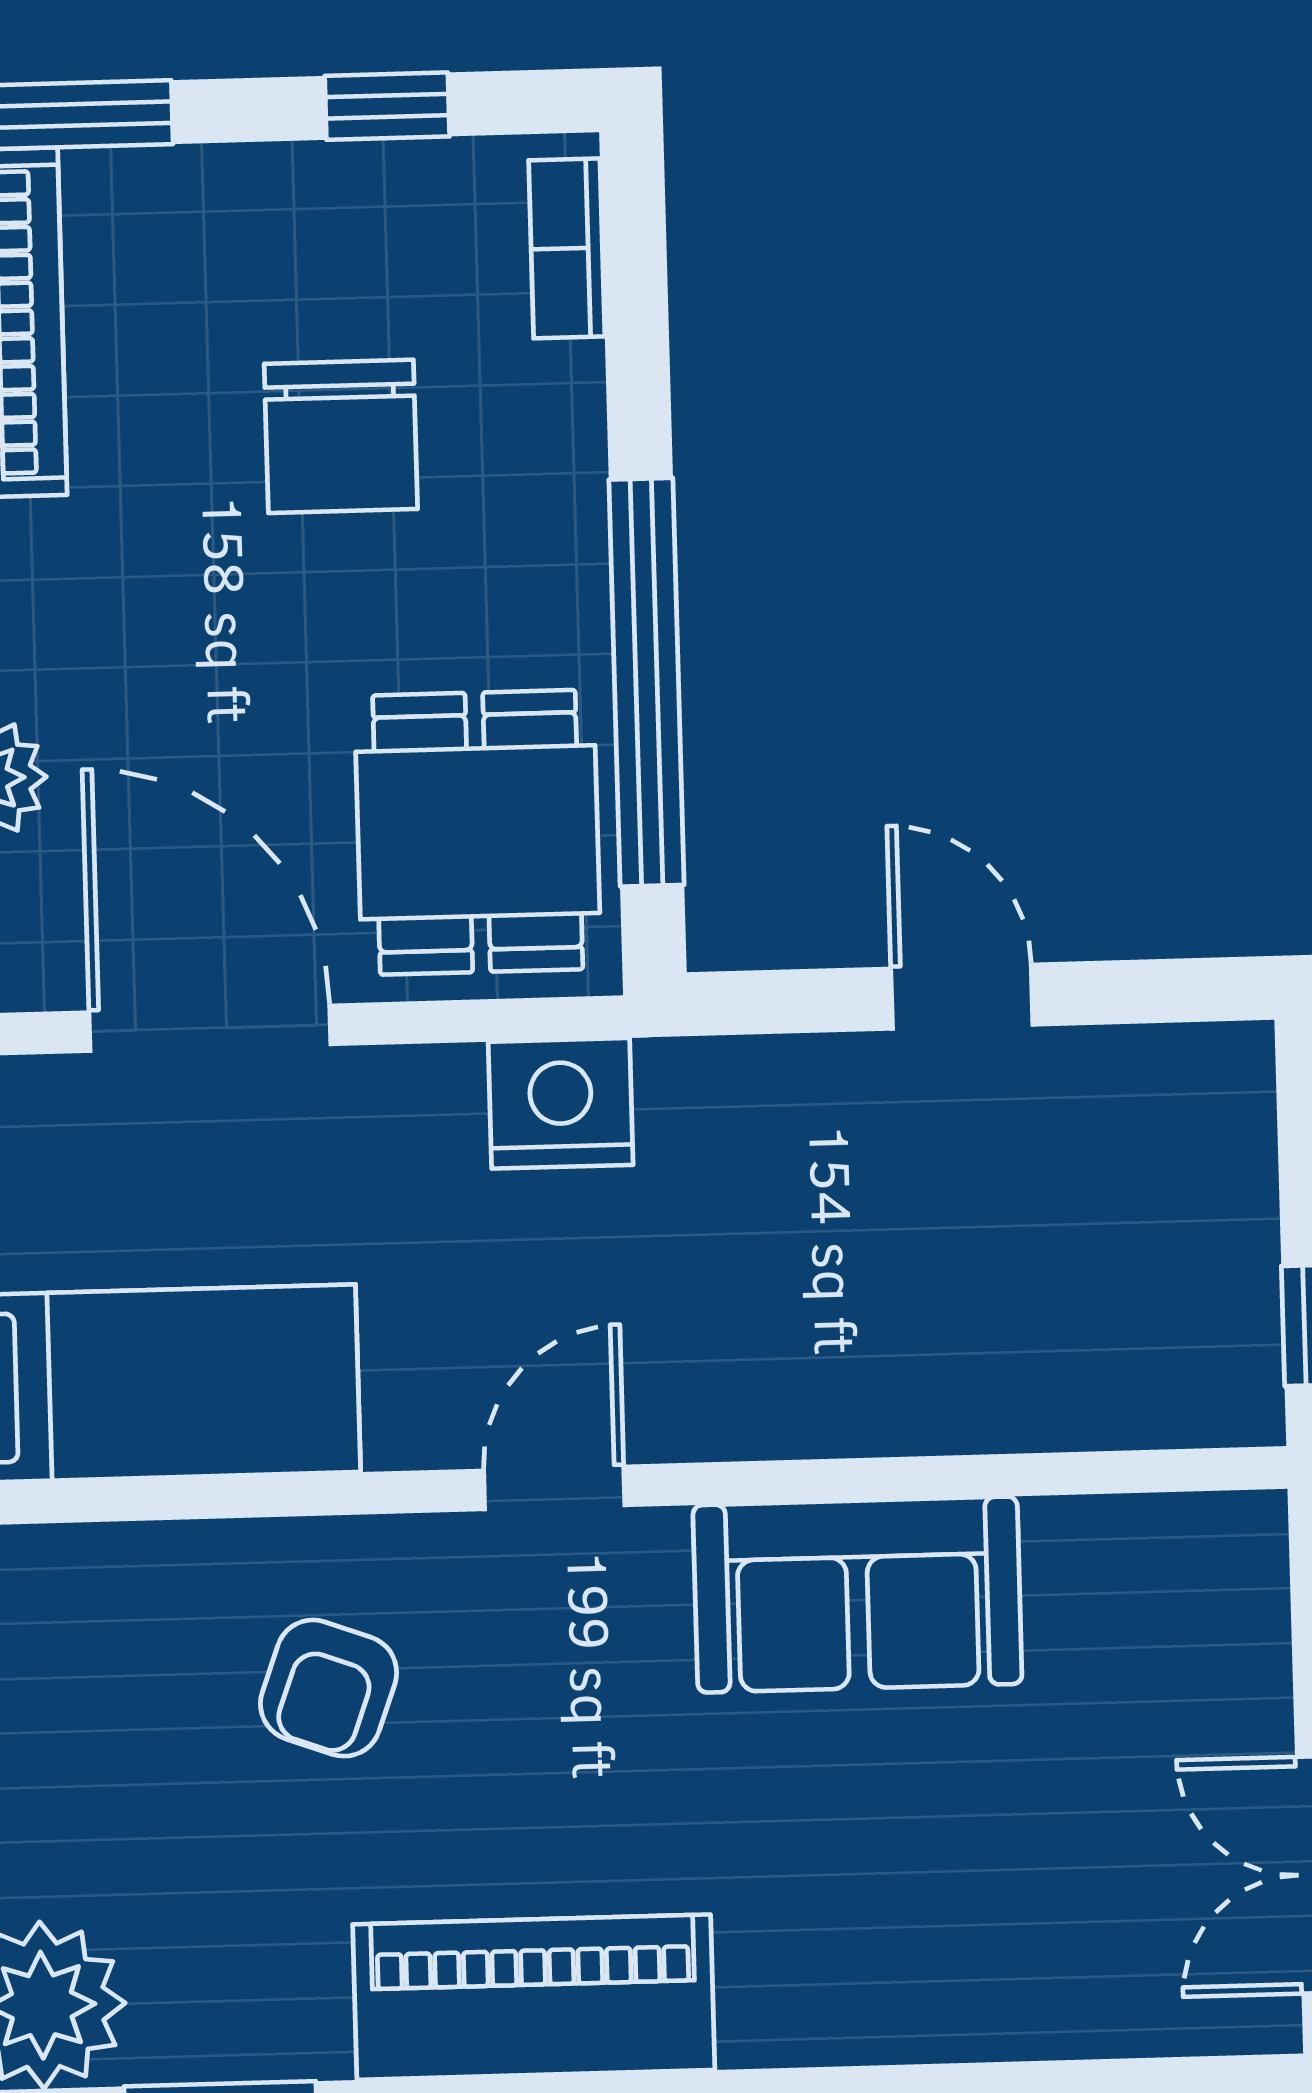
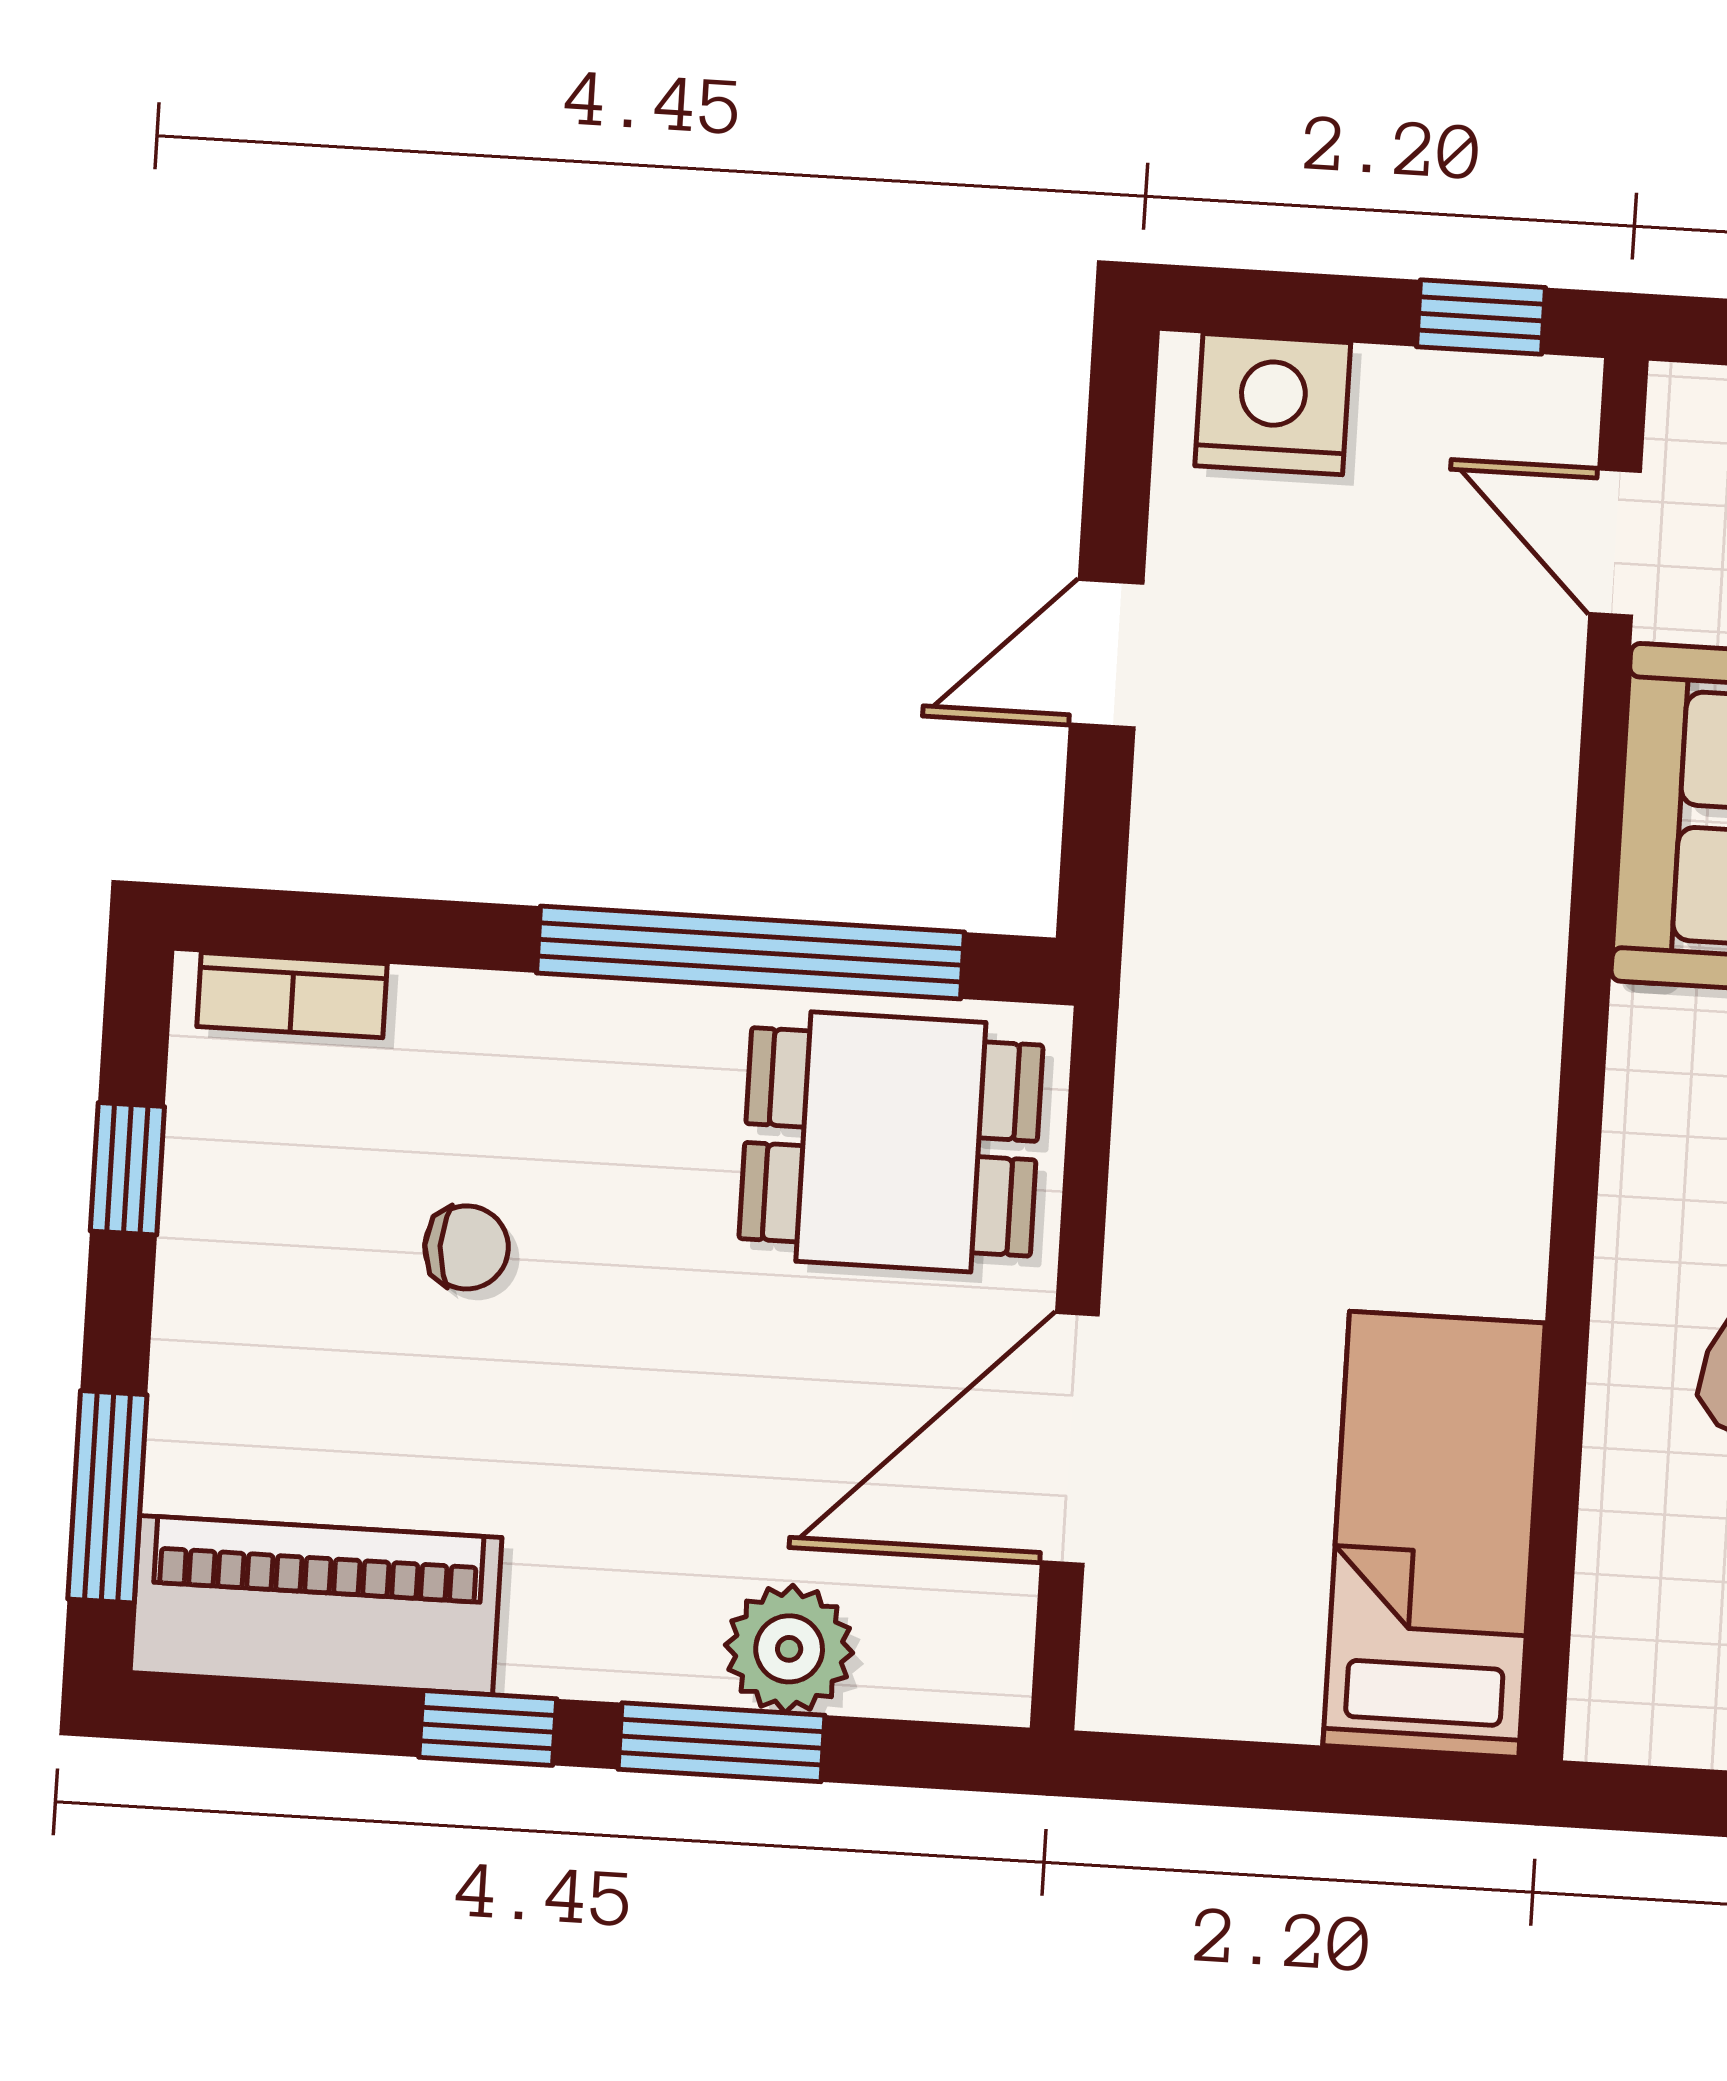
chair: (341, 436) -> (467, 1247), width x0.54, depth x0.54
nightstand: (561, 1103) -> (1273, 404), moved, turned 90
door: (554, 1488) -> (1615, 543), moved

